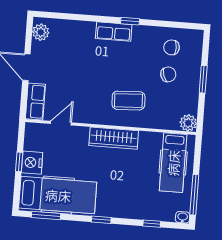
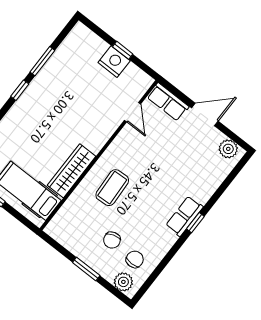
window: (130, 21) -> (195, 223), moved
plant: (188, 123) -> (123, 282), moved
wardrobe: (114, 138) -> (72, 171), moved
hospital bed: (58, 195) -> (69, 65), removed
window: (46, 215) -> (42, 61), moved

